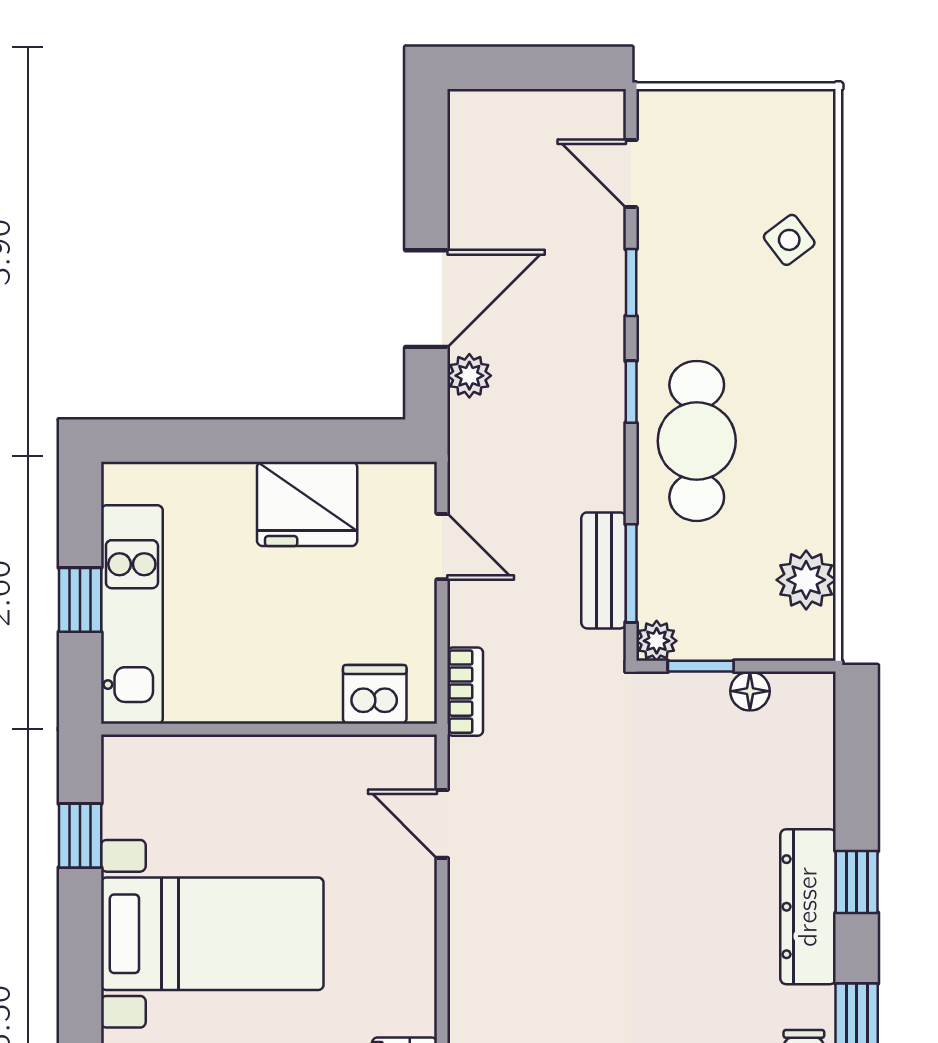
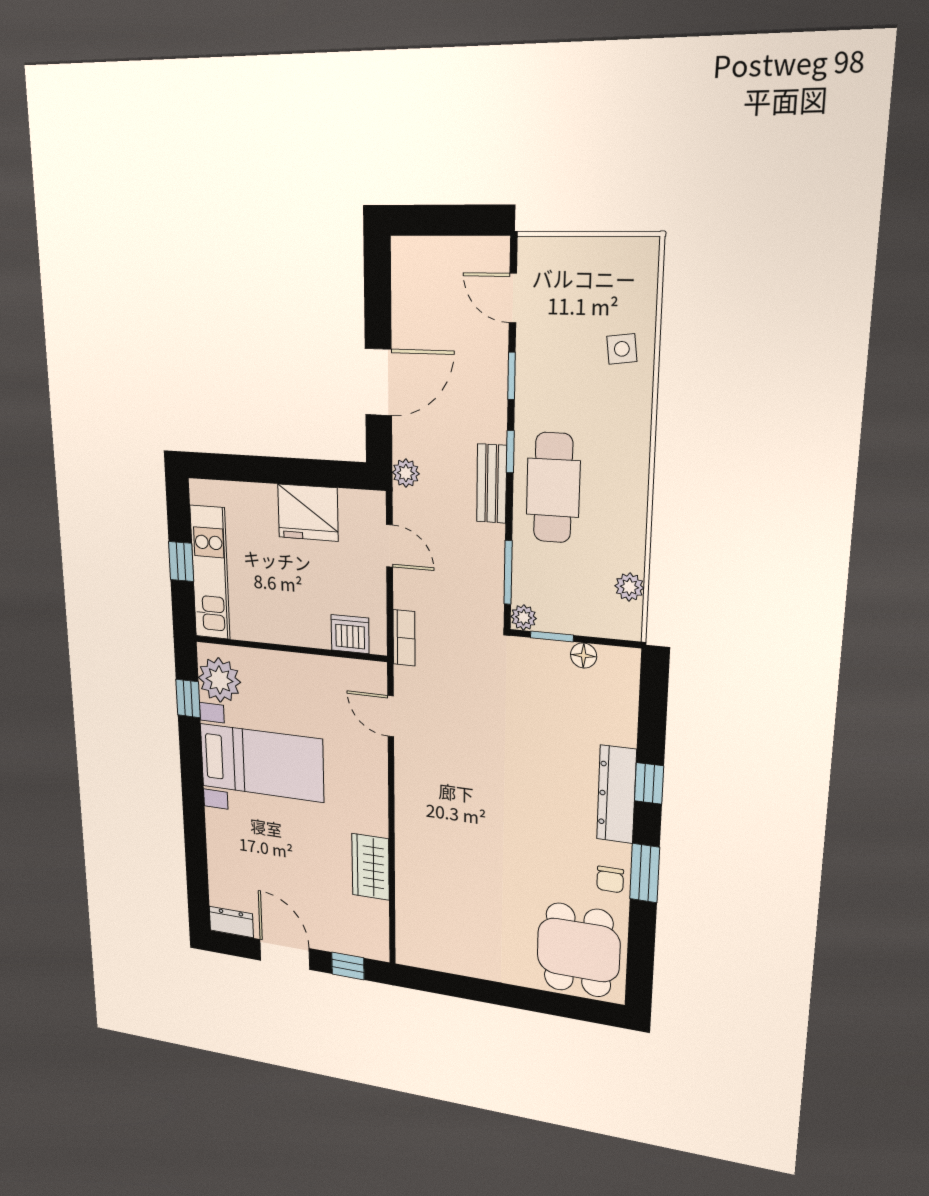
side table: (789, 240) -> (622, 349), turned 30
plant: (469, 376) -> (406, 473), moved
bench: (604, 570) -> (492, 484), moved
plant: (806, 580) -> (629, 587), width x0.73, depth x0.73
plant: (140, 796) -> (219, 680), added

